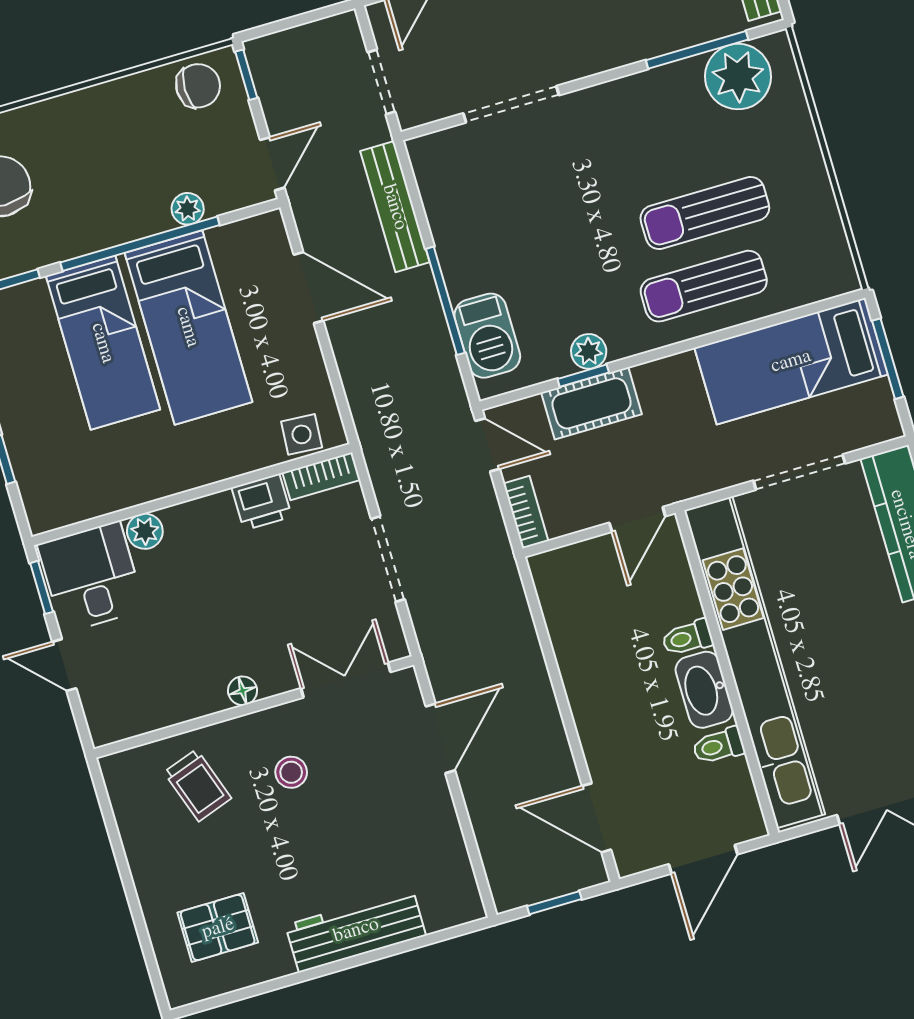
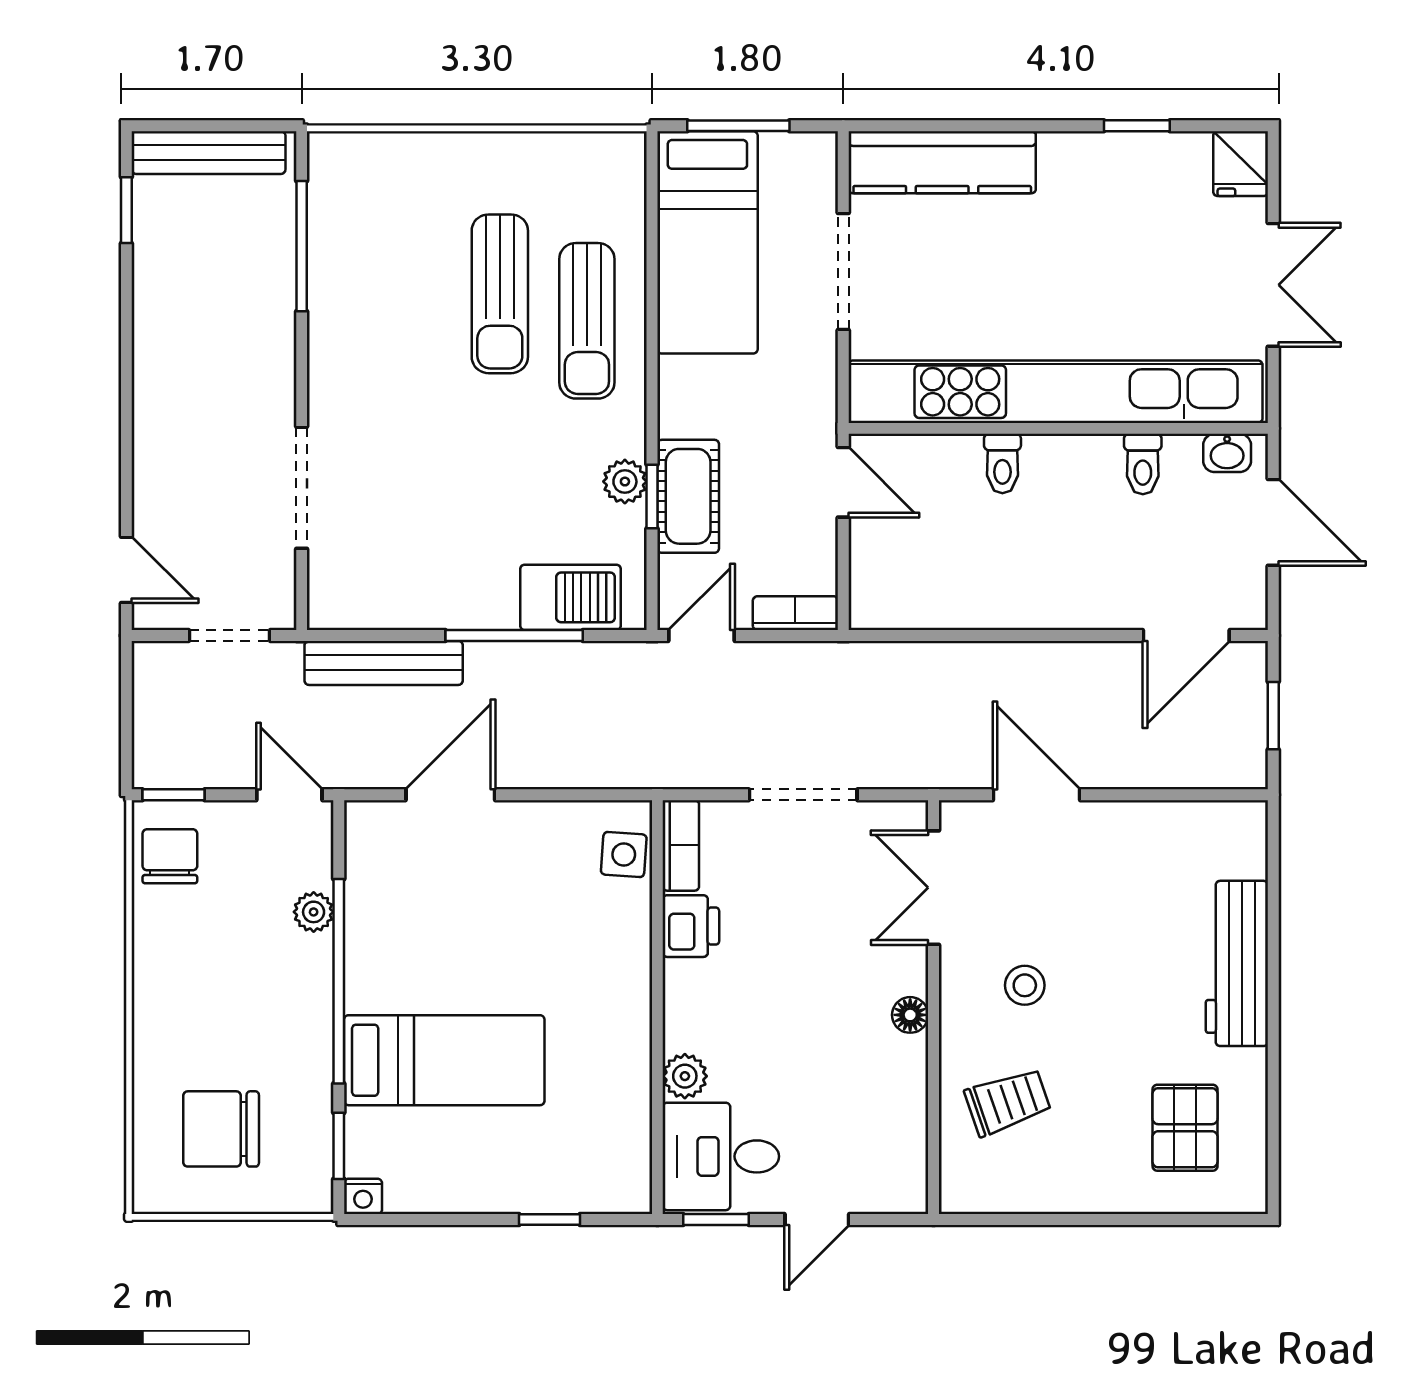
plant: (738, 77) -> (348, 206), removed
bed: (188, 327) -> (456, 952), removed
washbasin: (704, 690) -> (1227, 453), moved, width x0.52, depth x0.69

